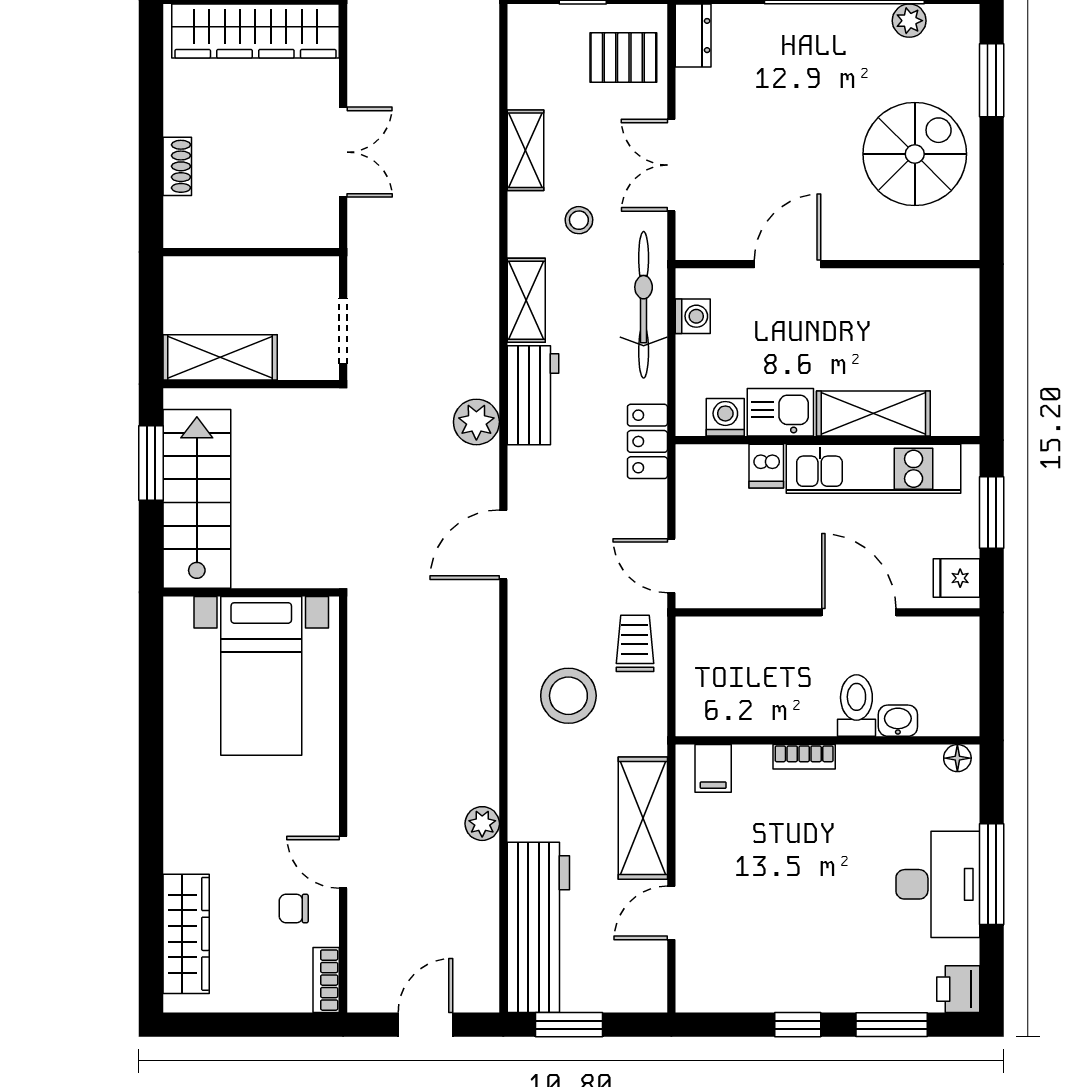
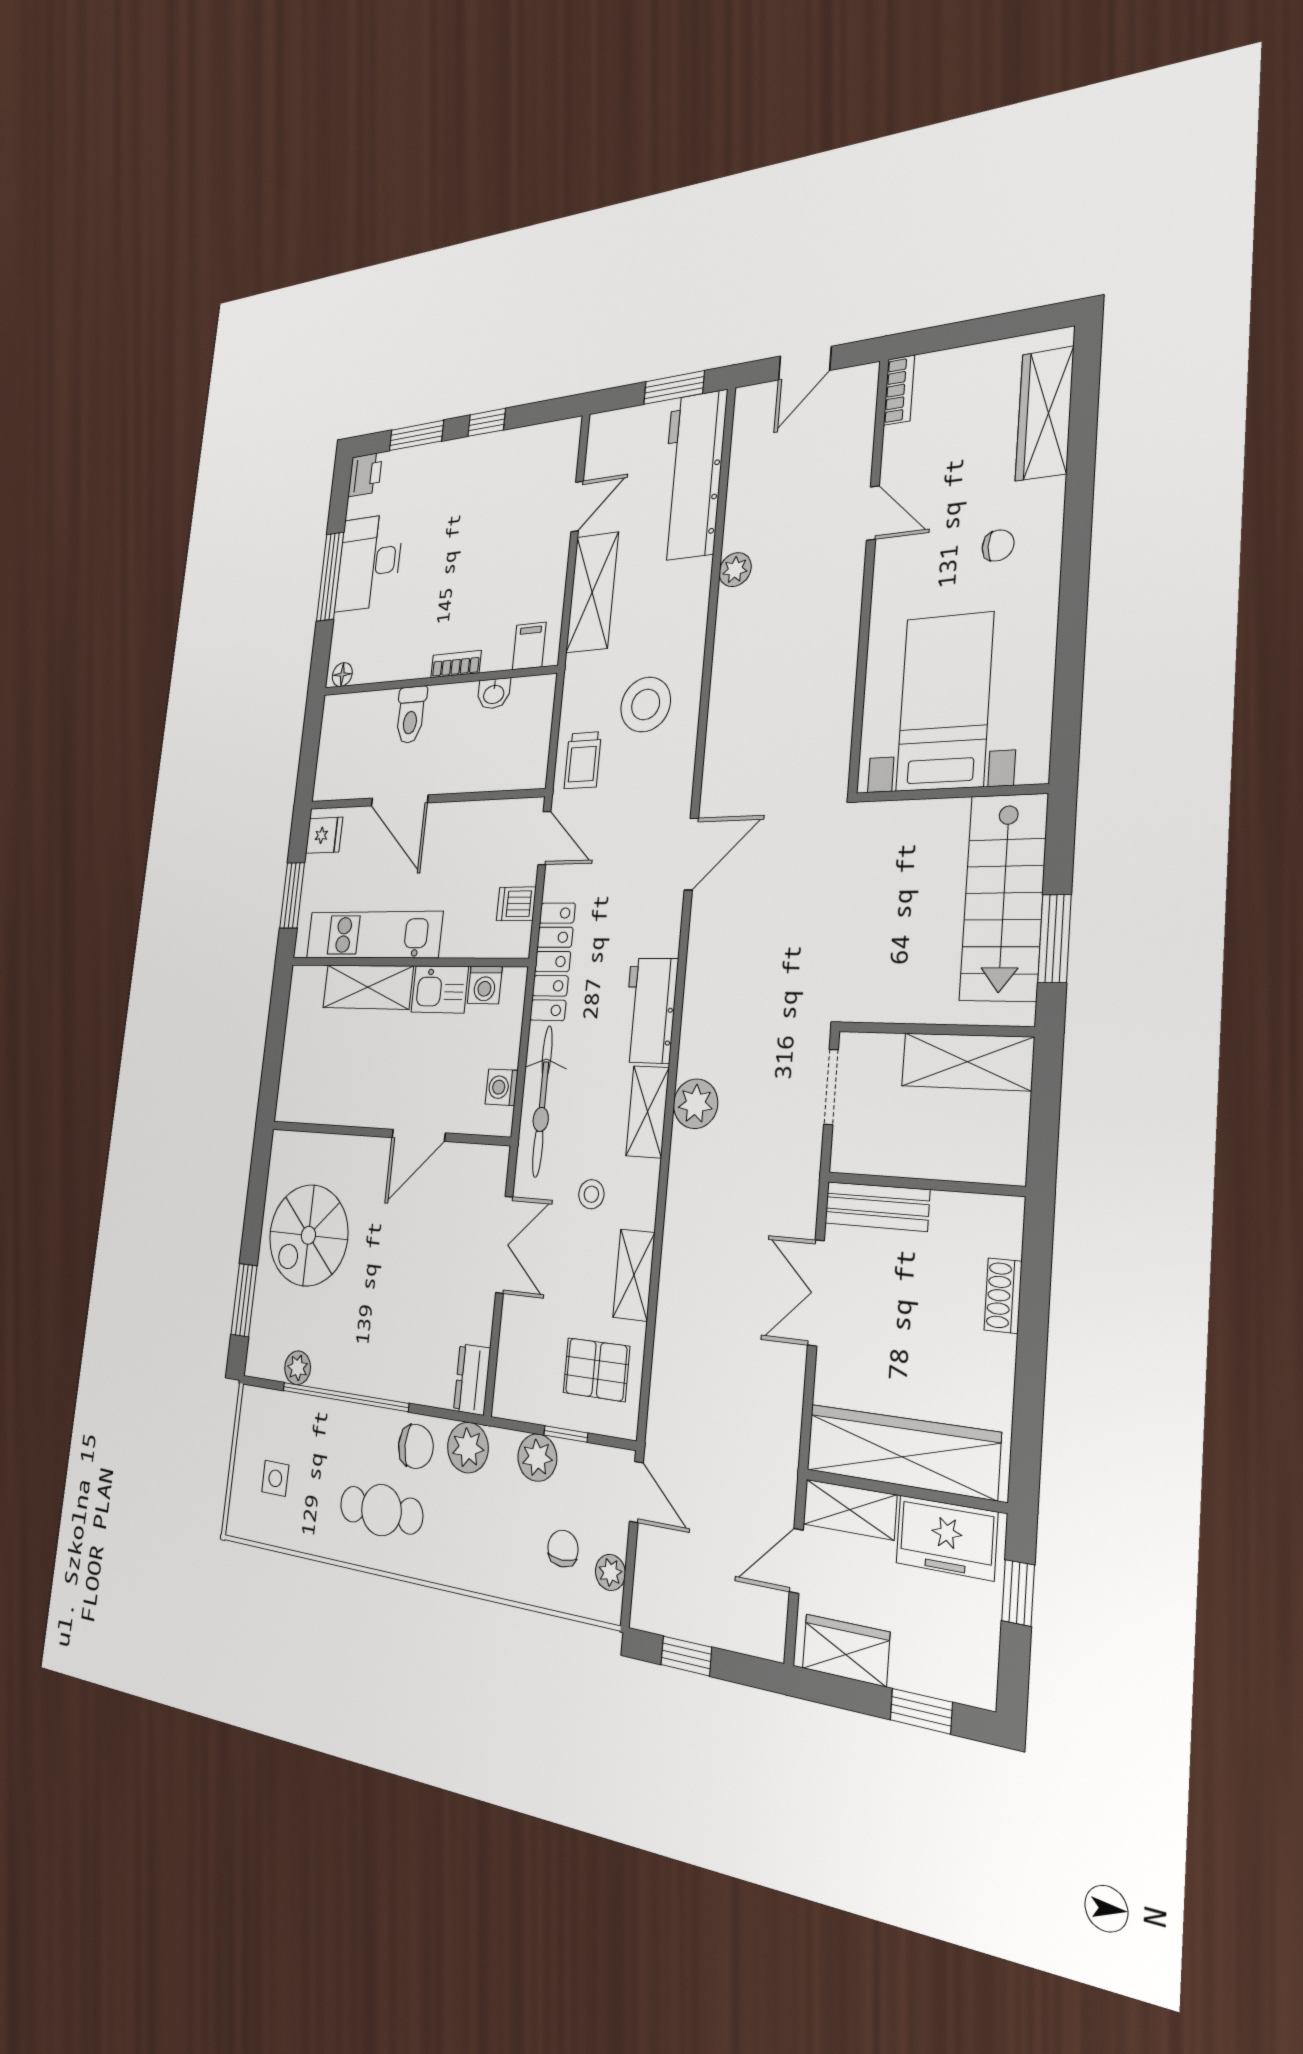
pallet: (623, 58) -> (596, 1370), moved
bench: (292, 230) -> (877, 1206), added
plant: (476, 422) -> (696, 1104), moved
locker: (647, 441) -> (553, 961), width x1.53
dishwasher: (766, 466) -> (516, 904), moved, turned -90
washbasin: (898, 721) -> (494, 694), moved
chair: (294, 908) -> (998, 545), moved

